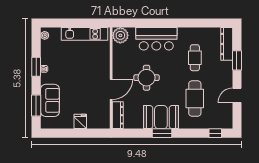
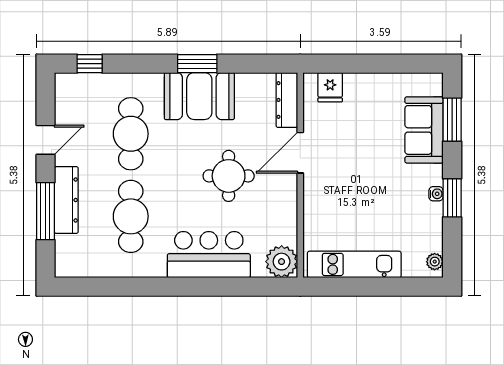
dresser: (227, 44) -> (66, 200), moved
cafe table: (195, 58) -> (131, 216), width x1.37, depth x1.35
window: (237, 60) -> (45, 211), width x1.44
fridge: (80, 121) -> (330, 87), moved

